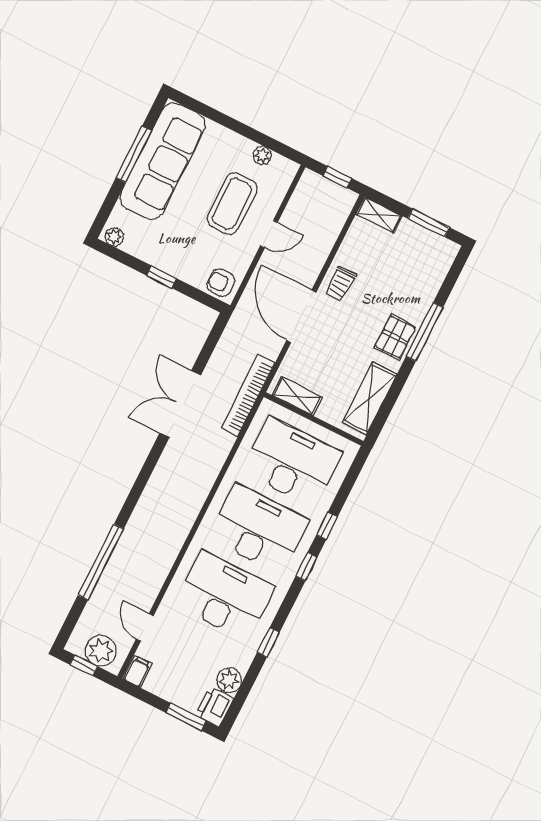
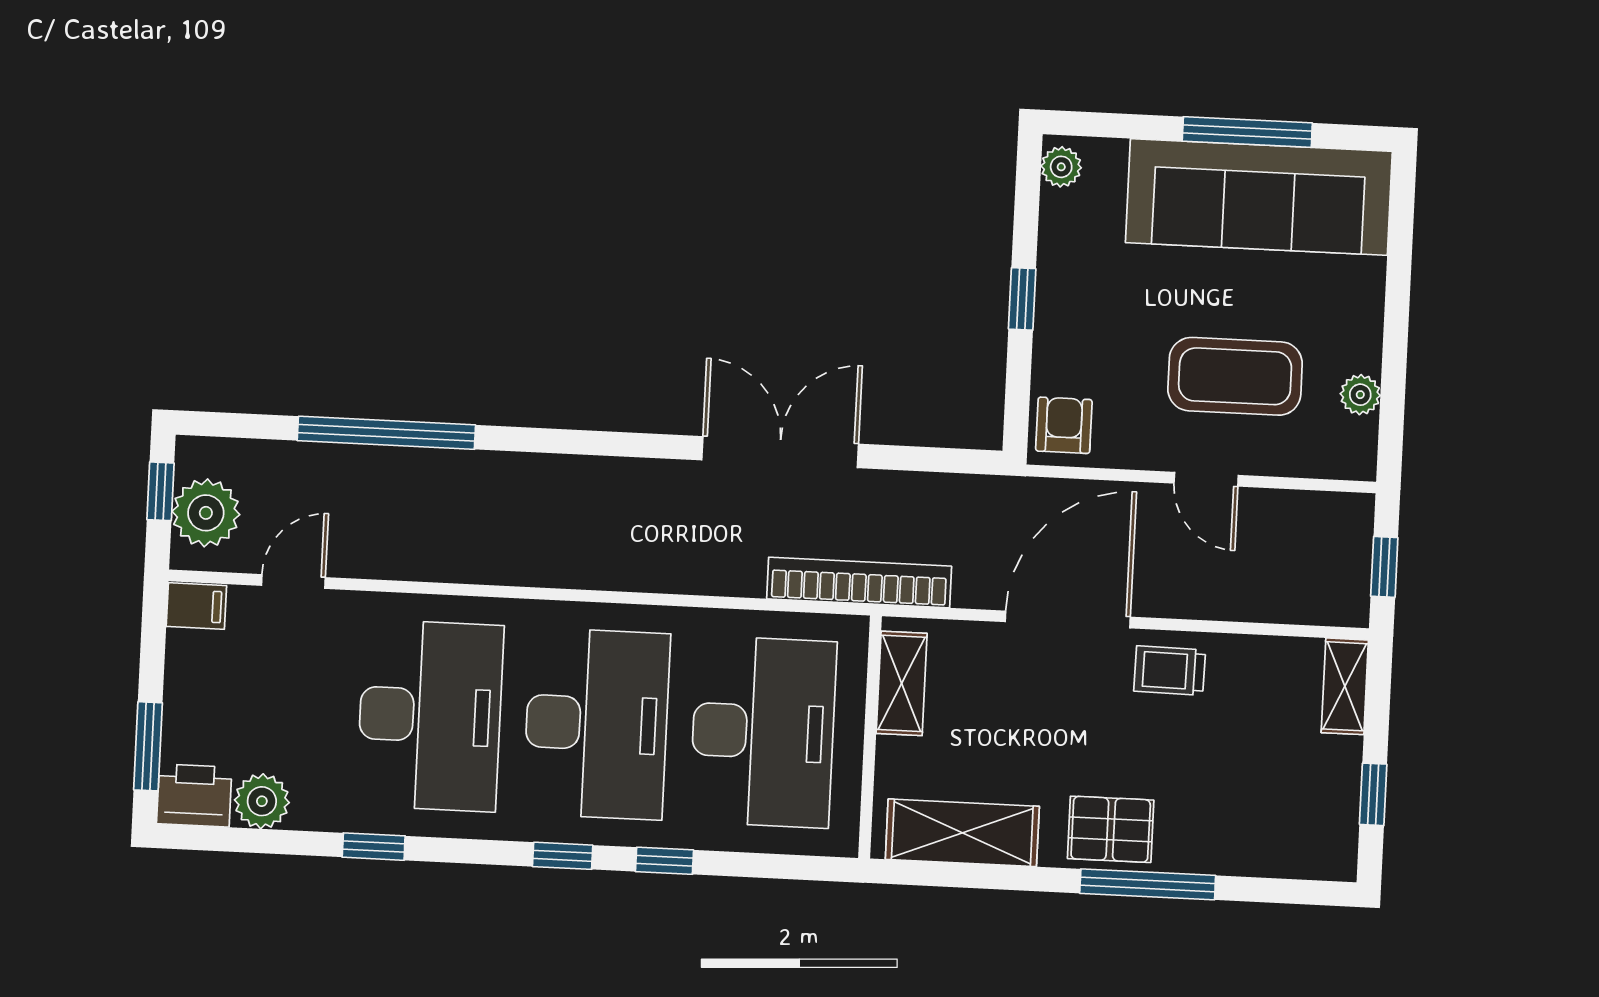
window: (429, 223) -> (1373, 794), width x0.67

